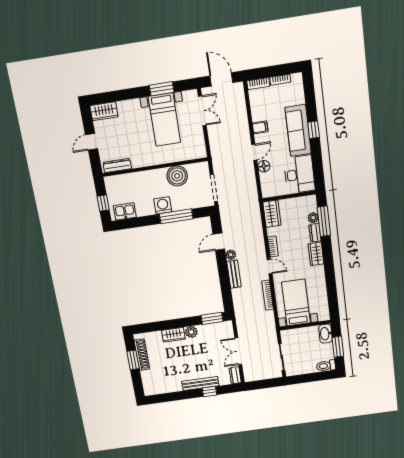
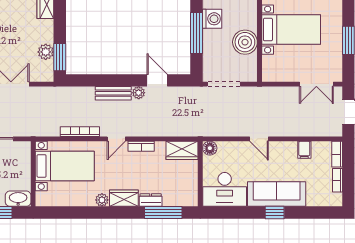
bed with nightstands: (164, 120) -> (291, 30), moved, turned 180
filing cabinet: (260, 127) -> (304, 150), moved
floor lamp: (264, 166) -> (210, 148), moved
plant: (313, 218) -> (102, 200), moved
plant: (191, 332) -> (46, 52), moved

